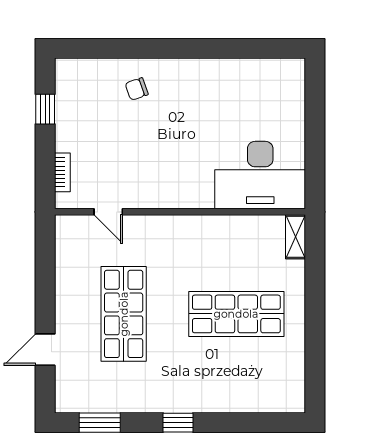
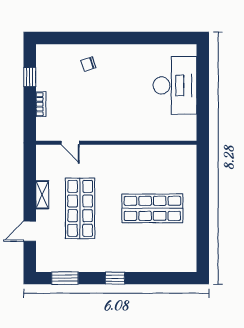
bookcase: (62, 172) -> (41, 104), moved
desk: (260, 175) -> (175, 85), moved, turned -90
shelving: (295, 237) -> (42, 195), moved

